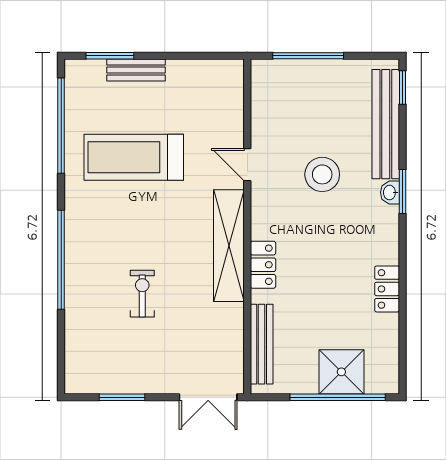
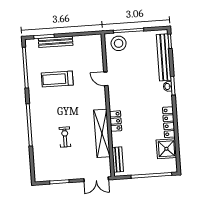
bench: (136, 70) -> (56, 42), width x1.36
treadmill: (134, 157) -> (57, 79), width x0.73, depth x0.73
stool: (322, 174) -> (119, 43), moved
shelving: (229, 246) -> (102, 133), moved
locker: (387, 289) -> (169, 122), width x1.53
bench: (262, 344) -> (118, 159), width x0.73
shower: (341, 372) -> (166, 149), moved

